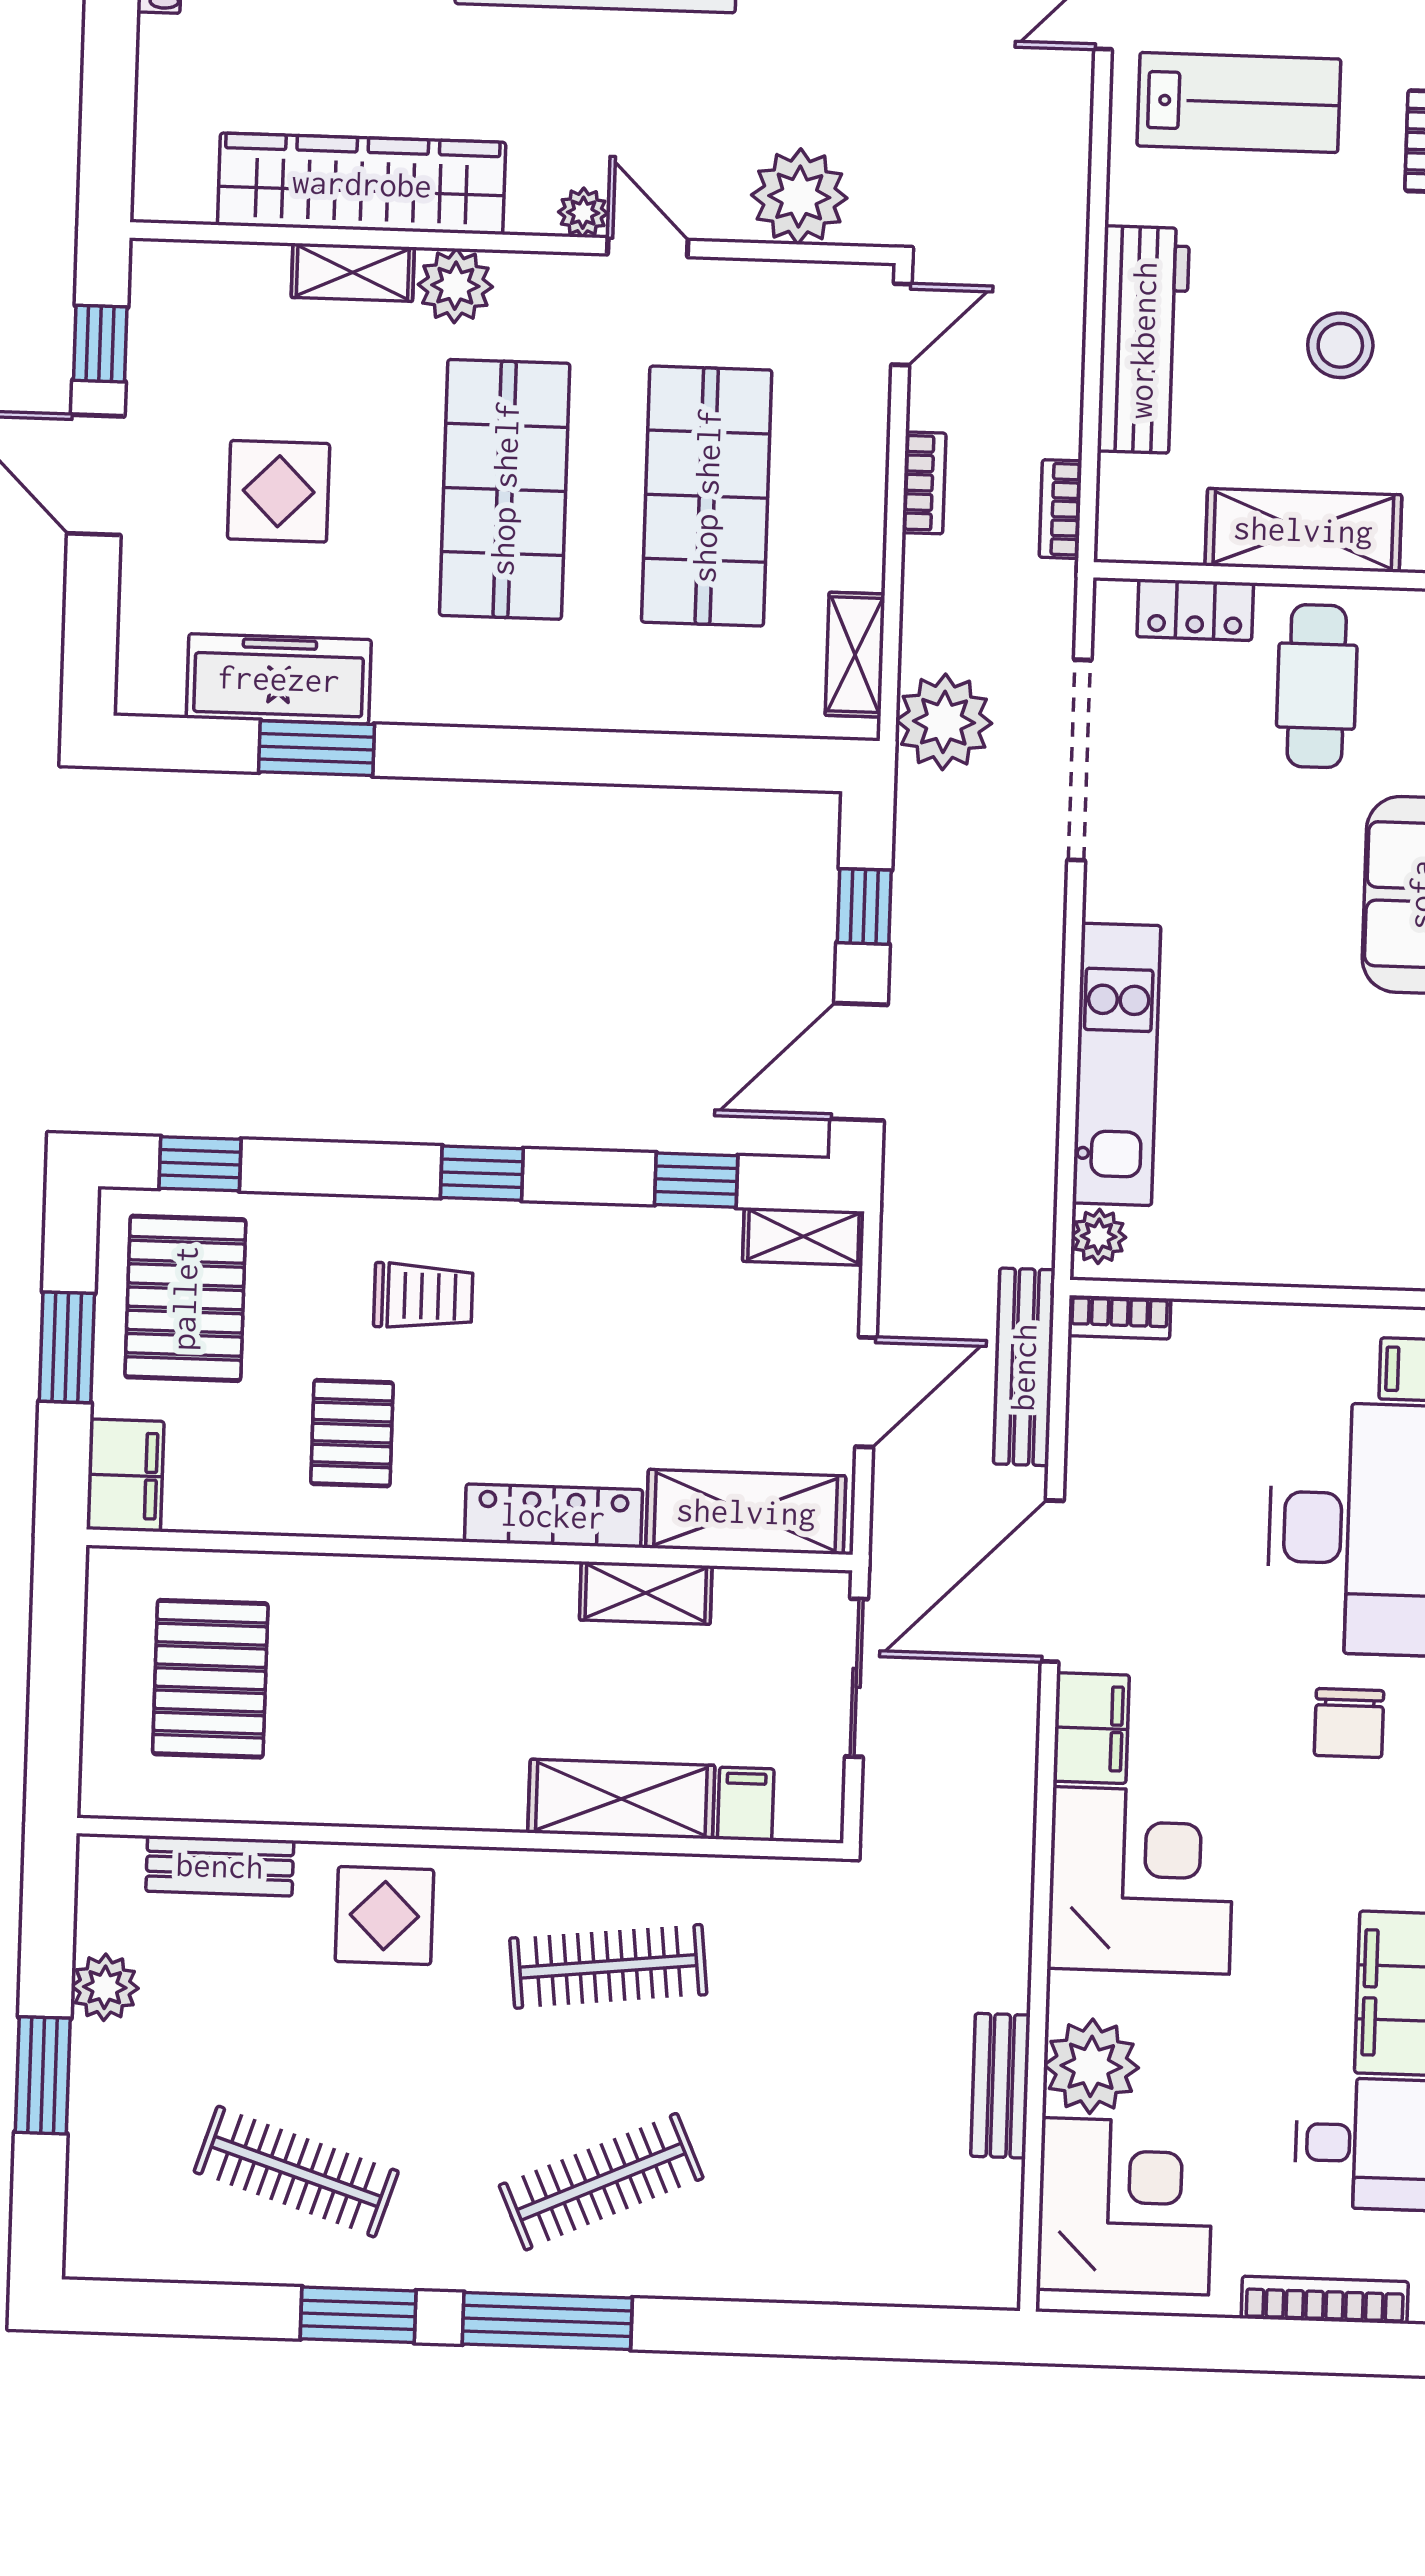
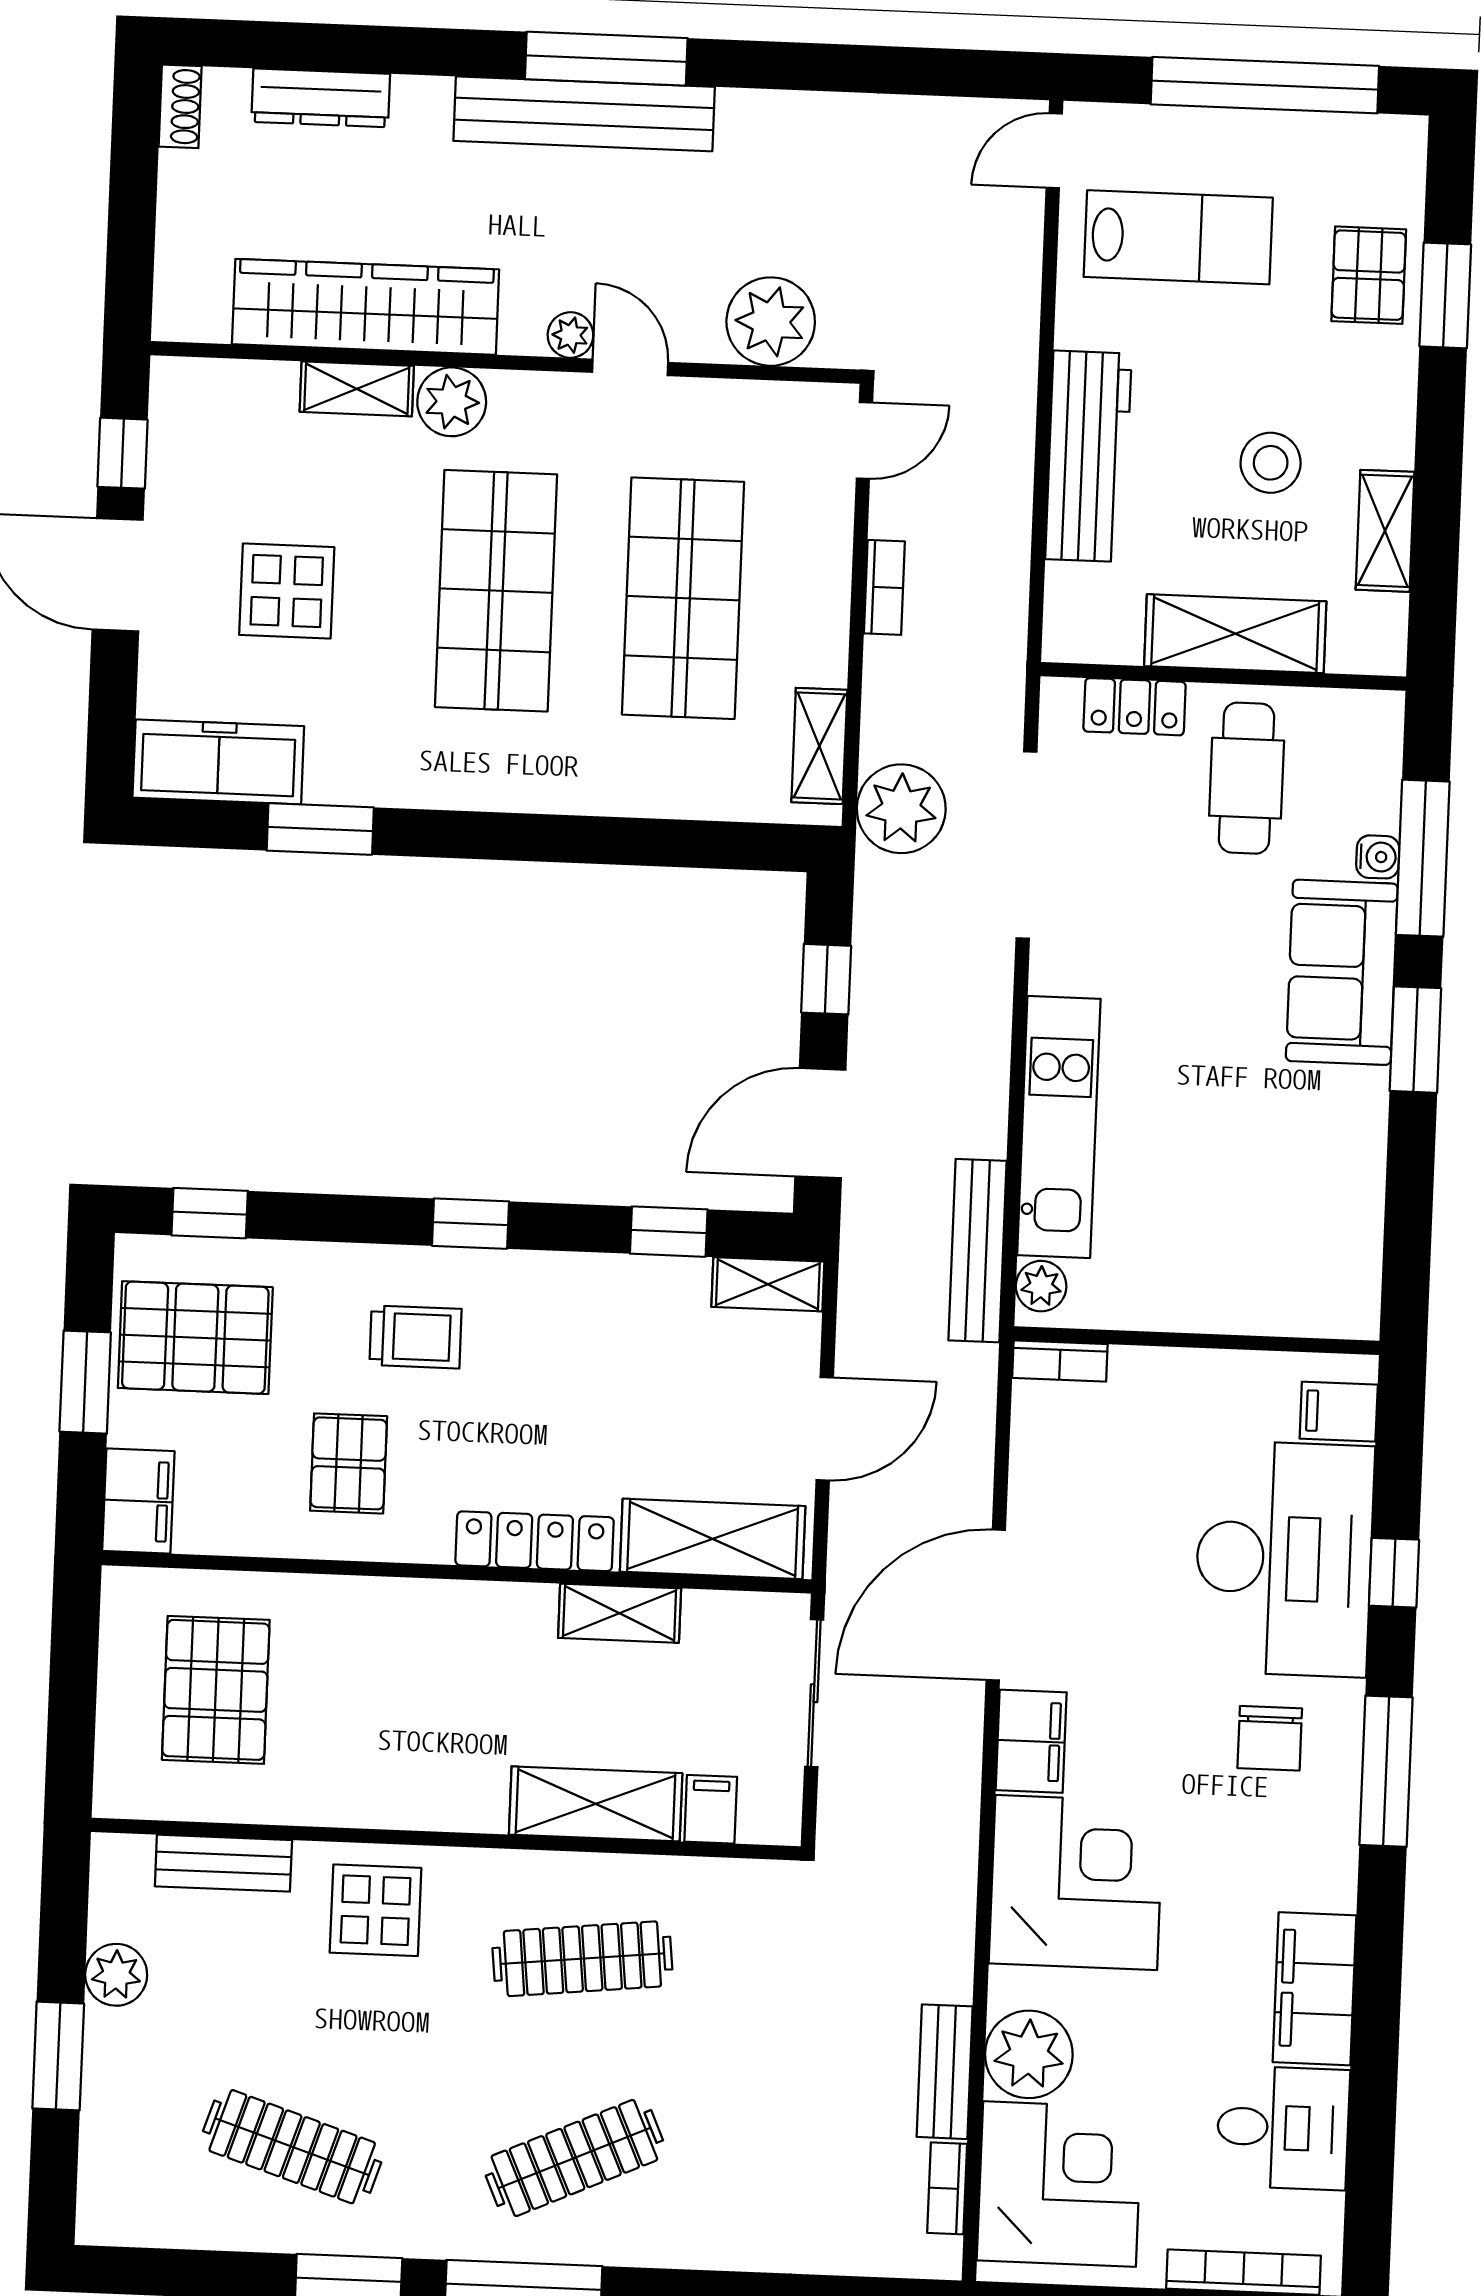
bookcase: (1060, 509) -> (947, 2188), moved
freezer: (279, 679) -> (218, 762), moved
pallet: (185, 1298) -> (195, 1338), turned 90
bench: (1024, 1367) -> (978, 1251), moved

